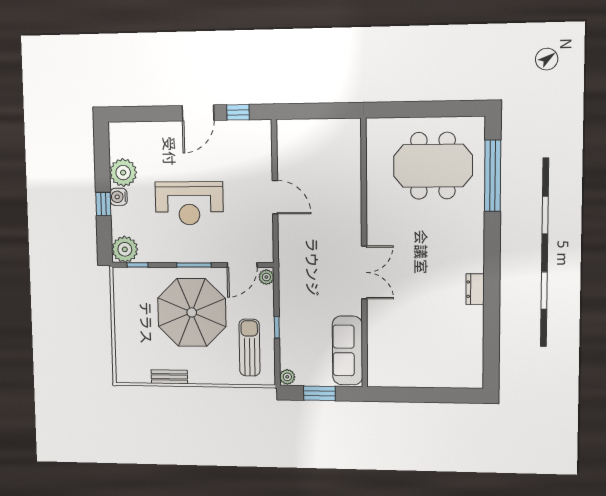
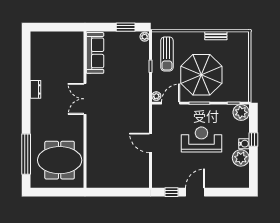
wall: (364, 254) -> (85, 110), moved
double door: (364, 272) -> (85, 99), moved
sofa: (347, 350) -> (95, 53), moved

